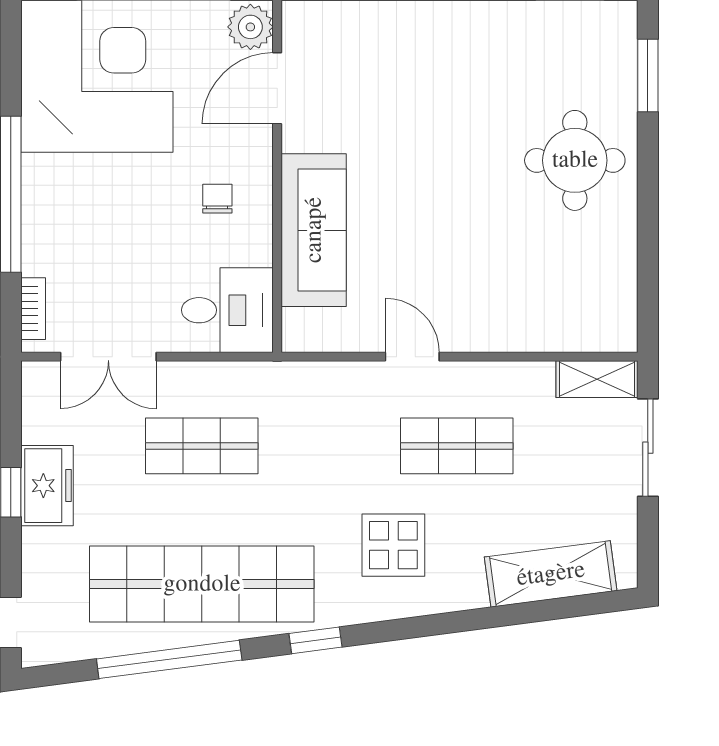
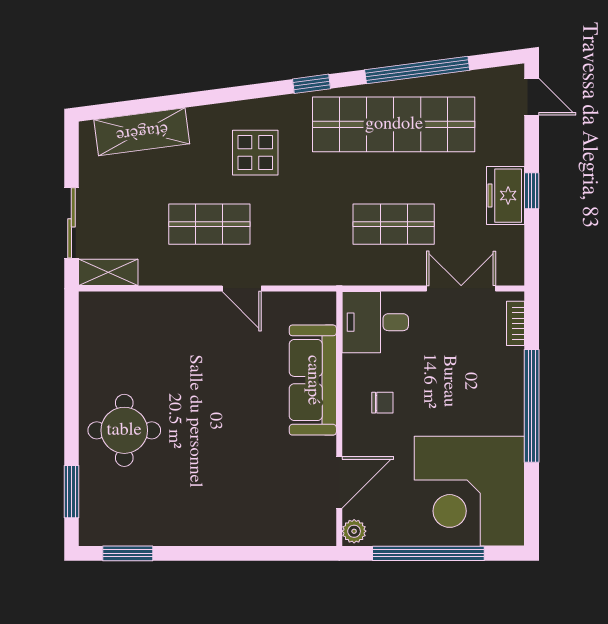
plant: (250, 27) -> (354, 531), width x0.73, depth x0.73
chair: (217, 199) -> (382, 403), turned -90

